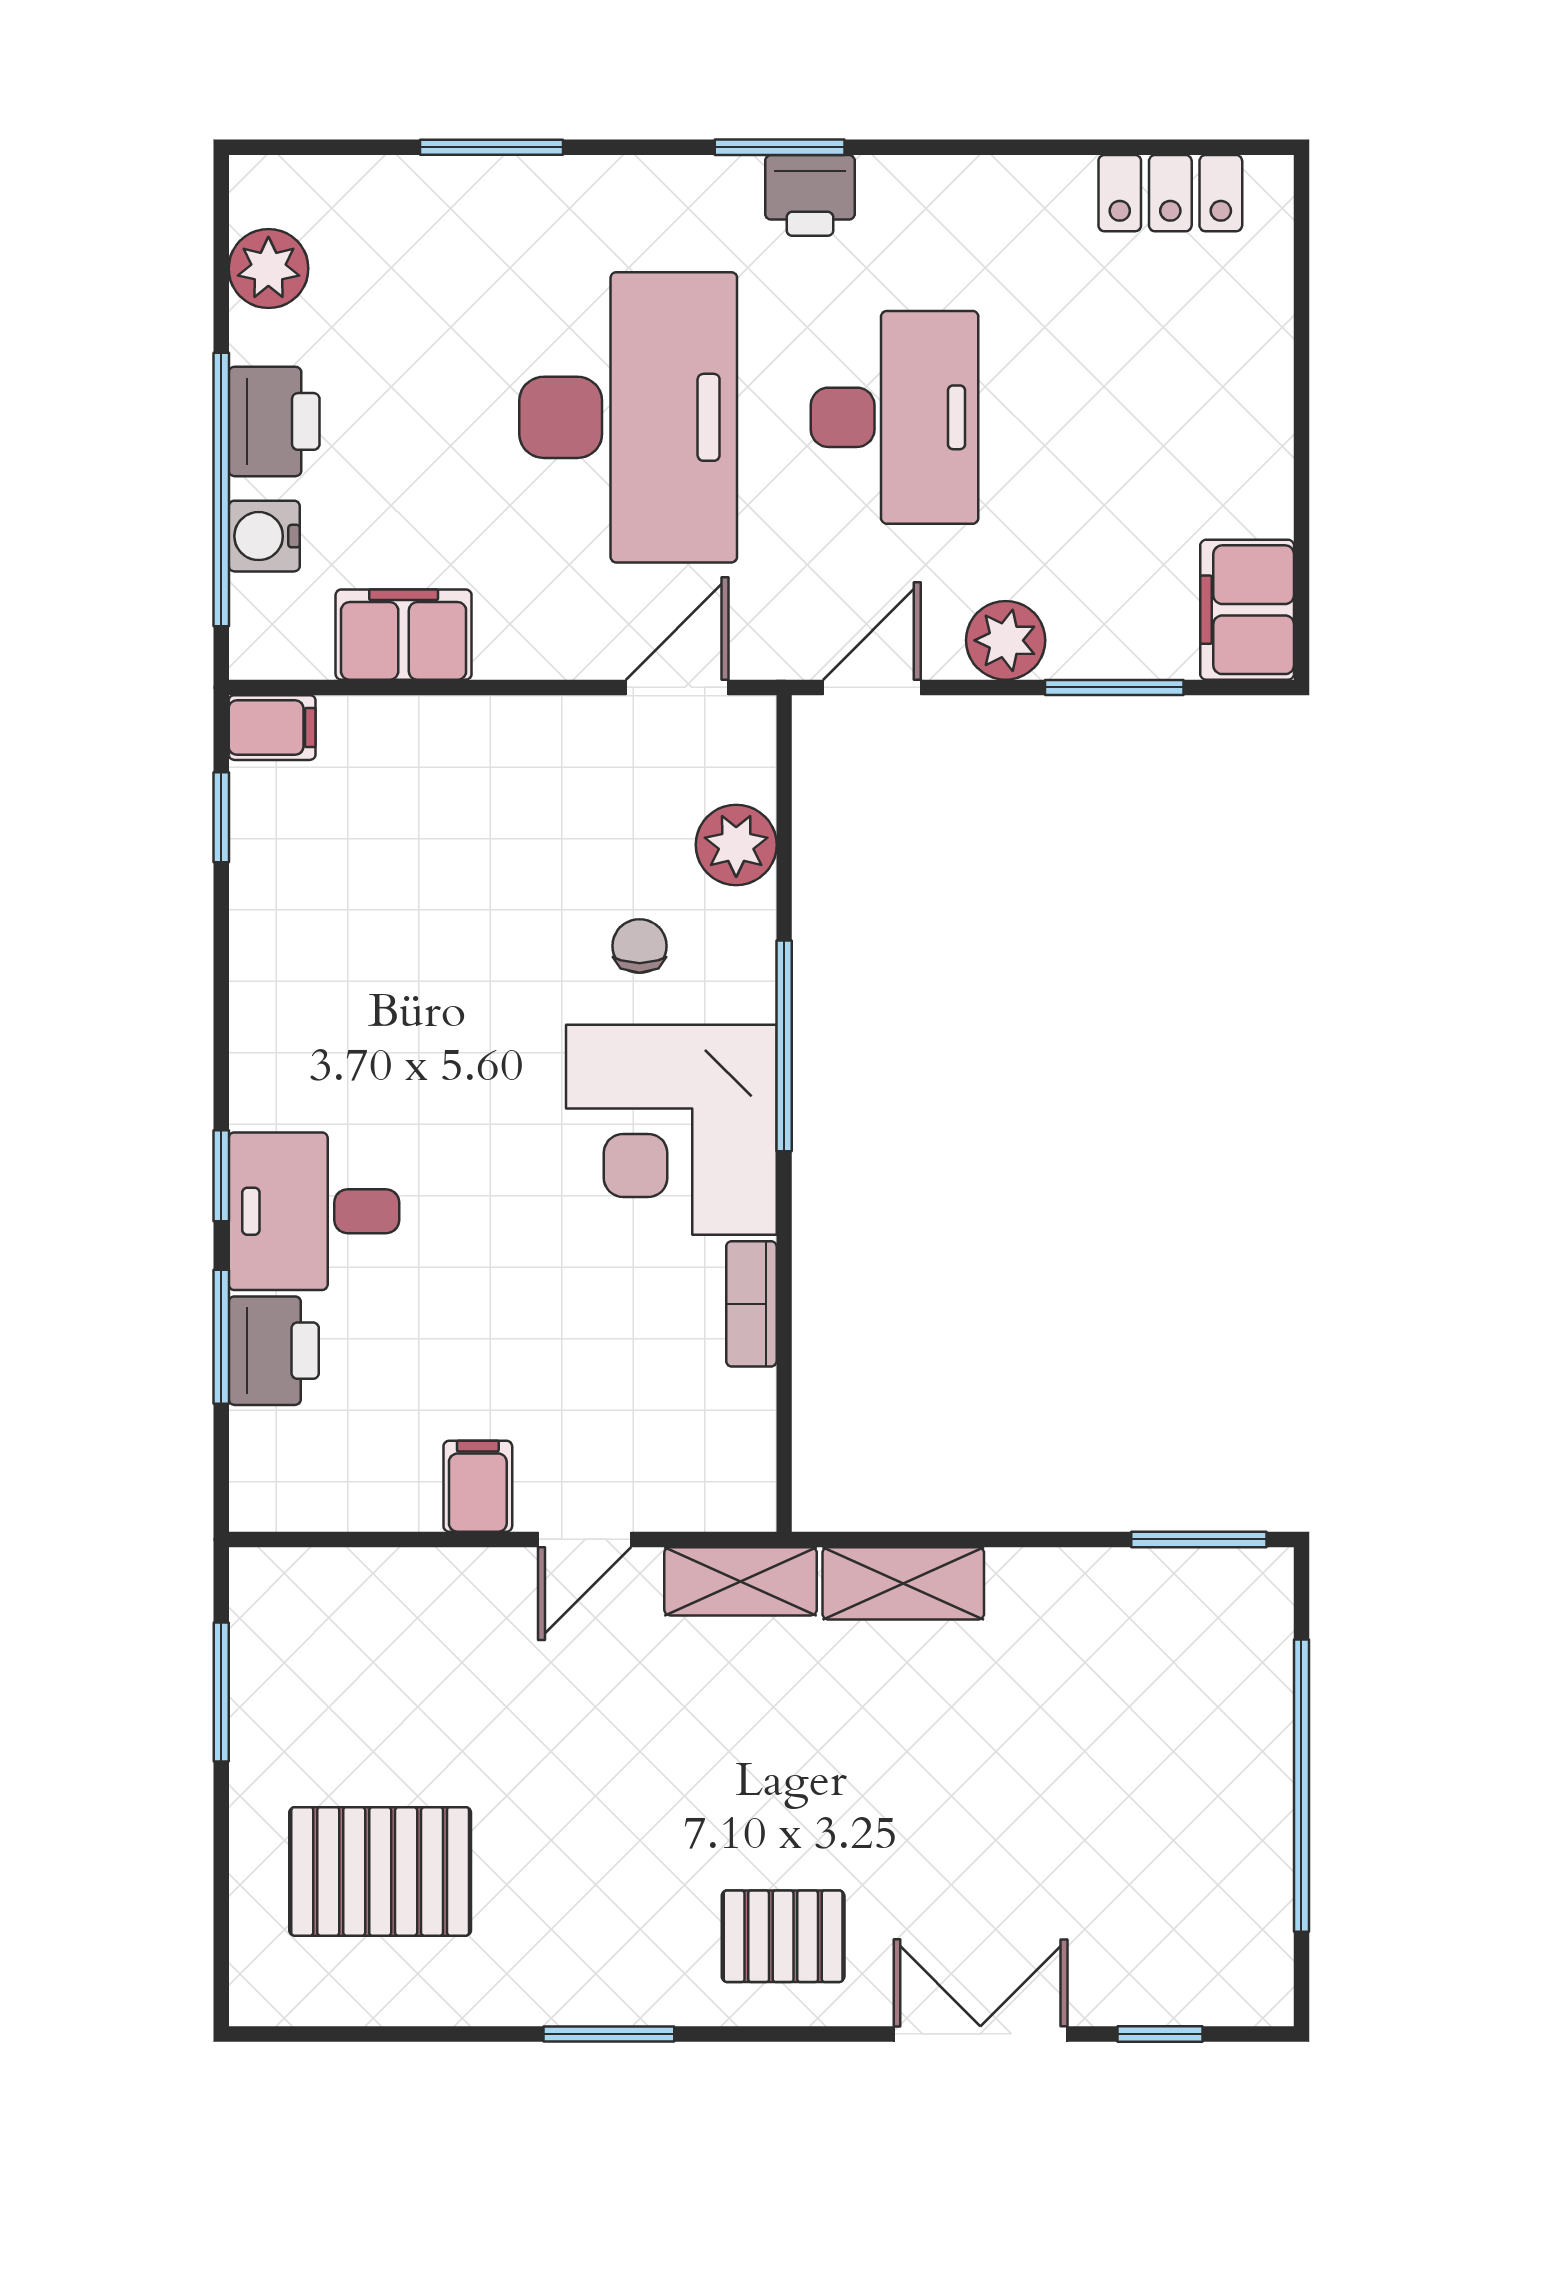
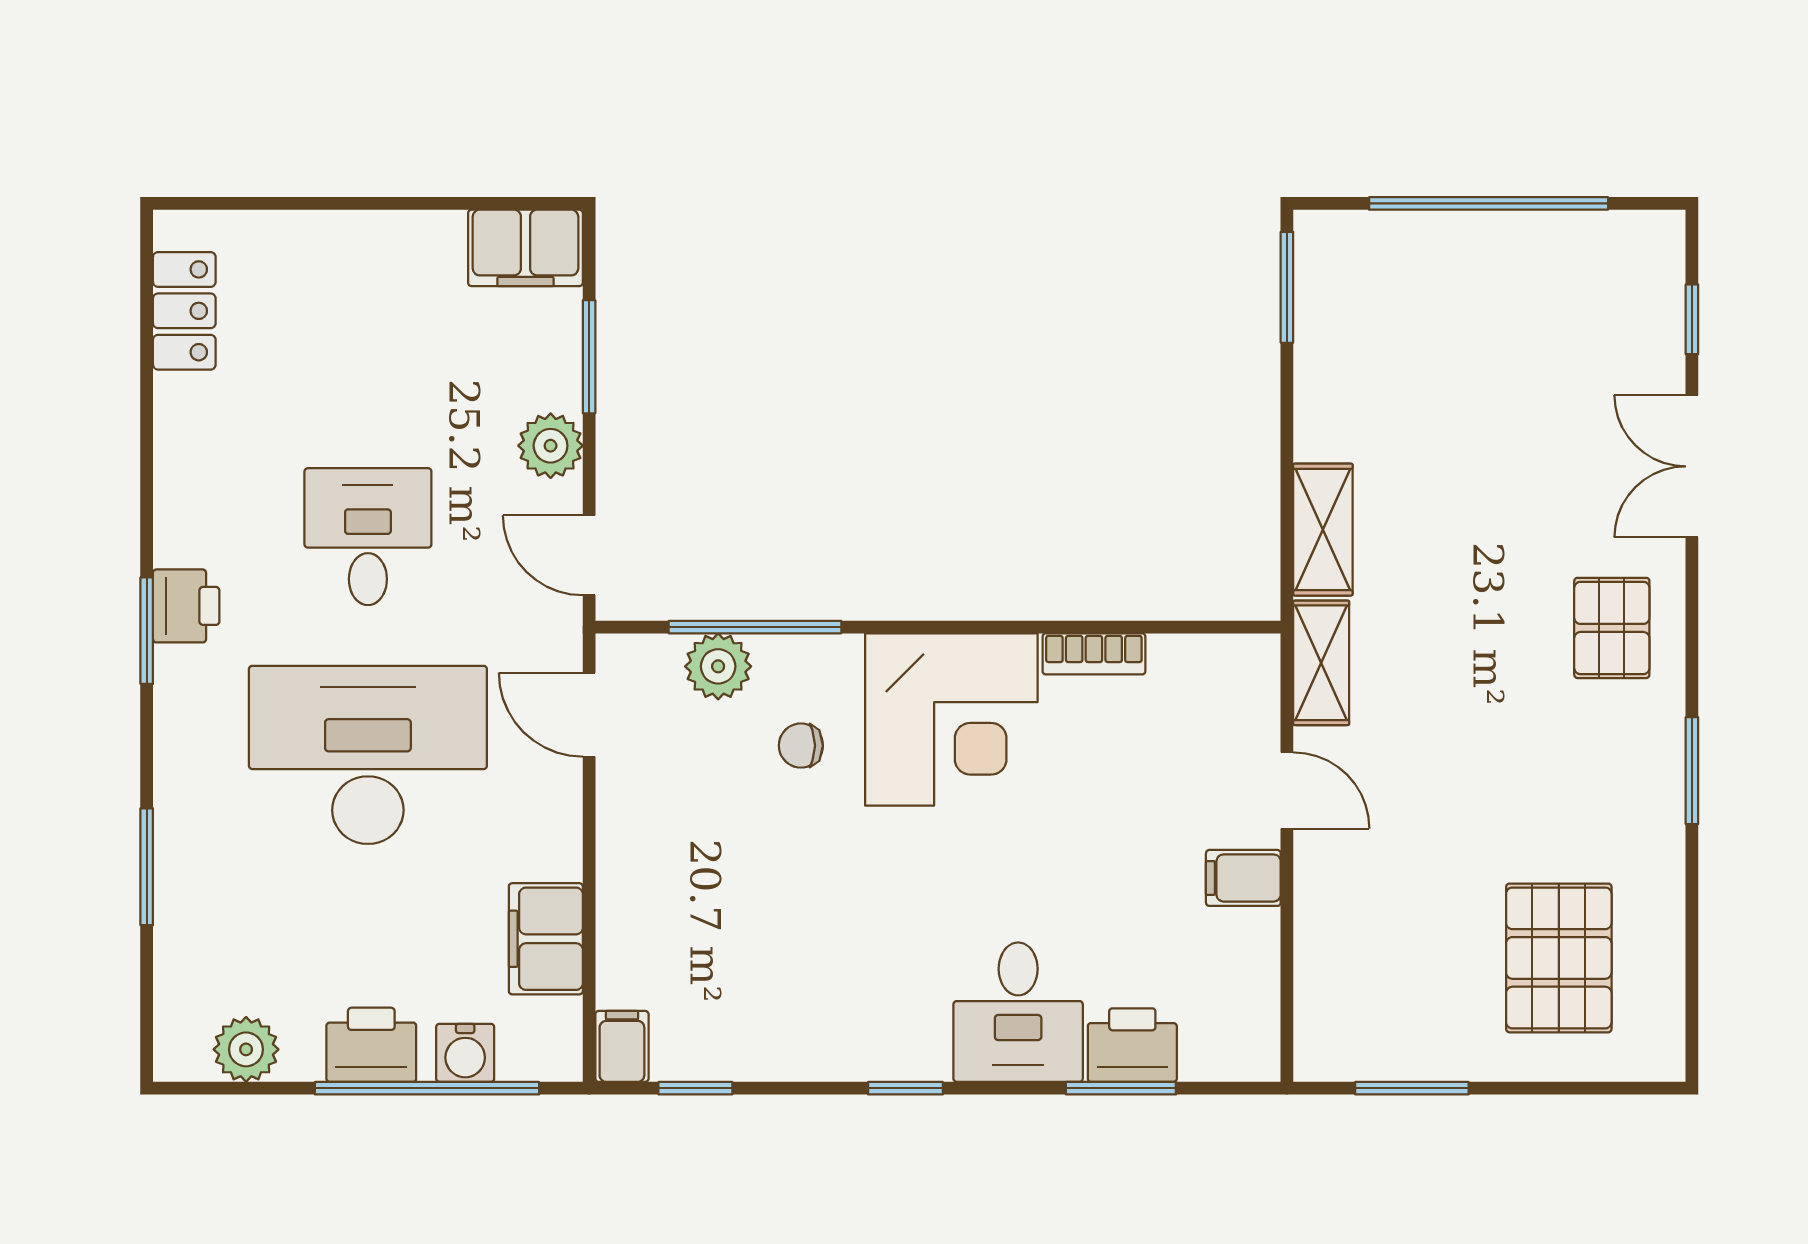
desk: (895, 417) -> (368, 537), width x0.73
window: (784, 1046) -> (755, 627), moved
window: (221, 1176) -> (905, 1088), moved

